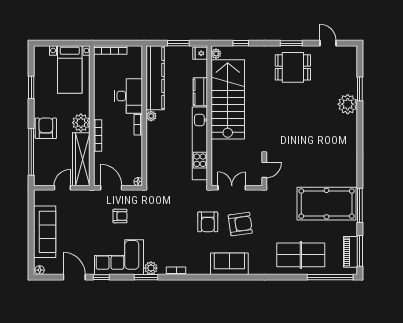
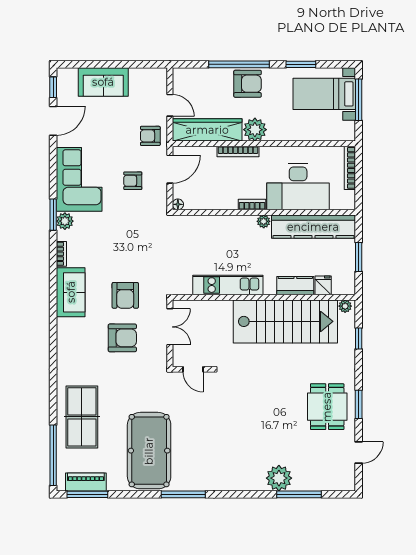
window: (58, 43) -> (359, 100), added
fridge: (200, 53) -> (323, 285), moved
bed with nightstands: (70, 70) -> (324, 94), moved
window: (360, 89) -> (299, 494), width x1.44
desk: (129, 96) -> (298, 187), width x1.36, depth x1.30
kitchen unit: (200, 143) -> (228, 285), width x0.73
window: (31, 152) -> (239, 64), moved
armchair: (86, 203) -> (150, 136), added
window: (360, 205) -> (183, 494), moved
armchair: (120, 216) -> (133, 181), turned 90
armchair: (208, 222) -> (125, 295), turned -90
armchair: (240, 224) -> (122, 338), turned -82
sofa: (45, 232) -> (103, 82), width x0.73
sofa: (229, 264) -> (71, 292), moved
floor lamp: (40, 270) -> (62, 76), removed
window: (101, 277) -> (53, 87), moved

